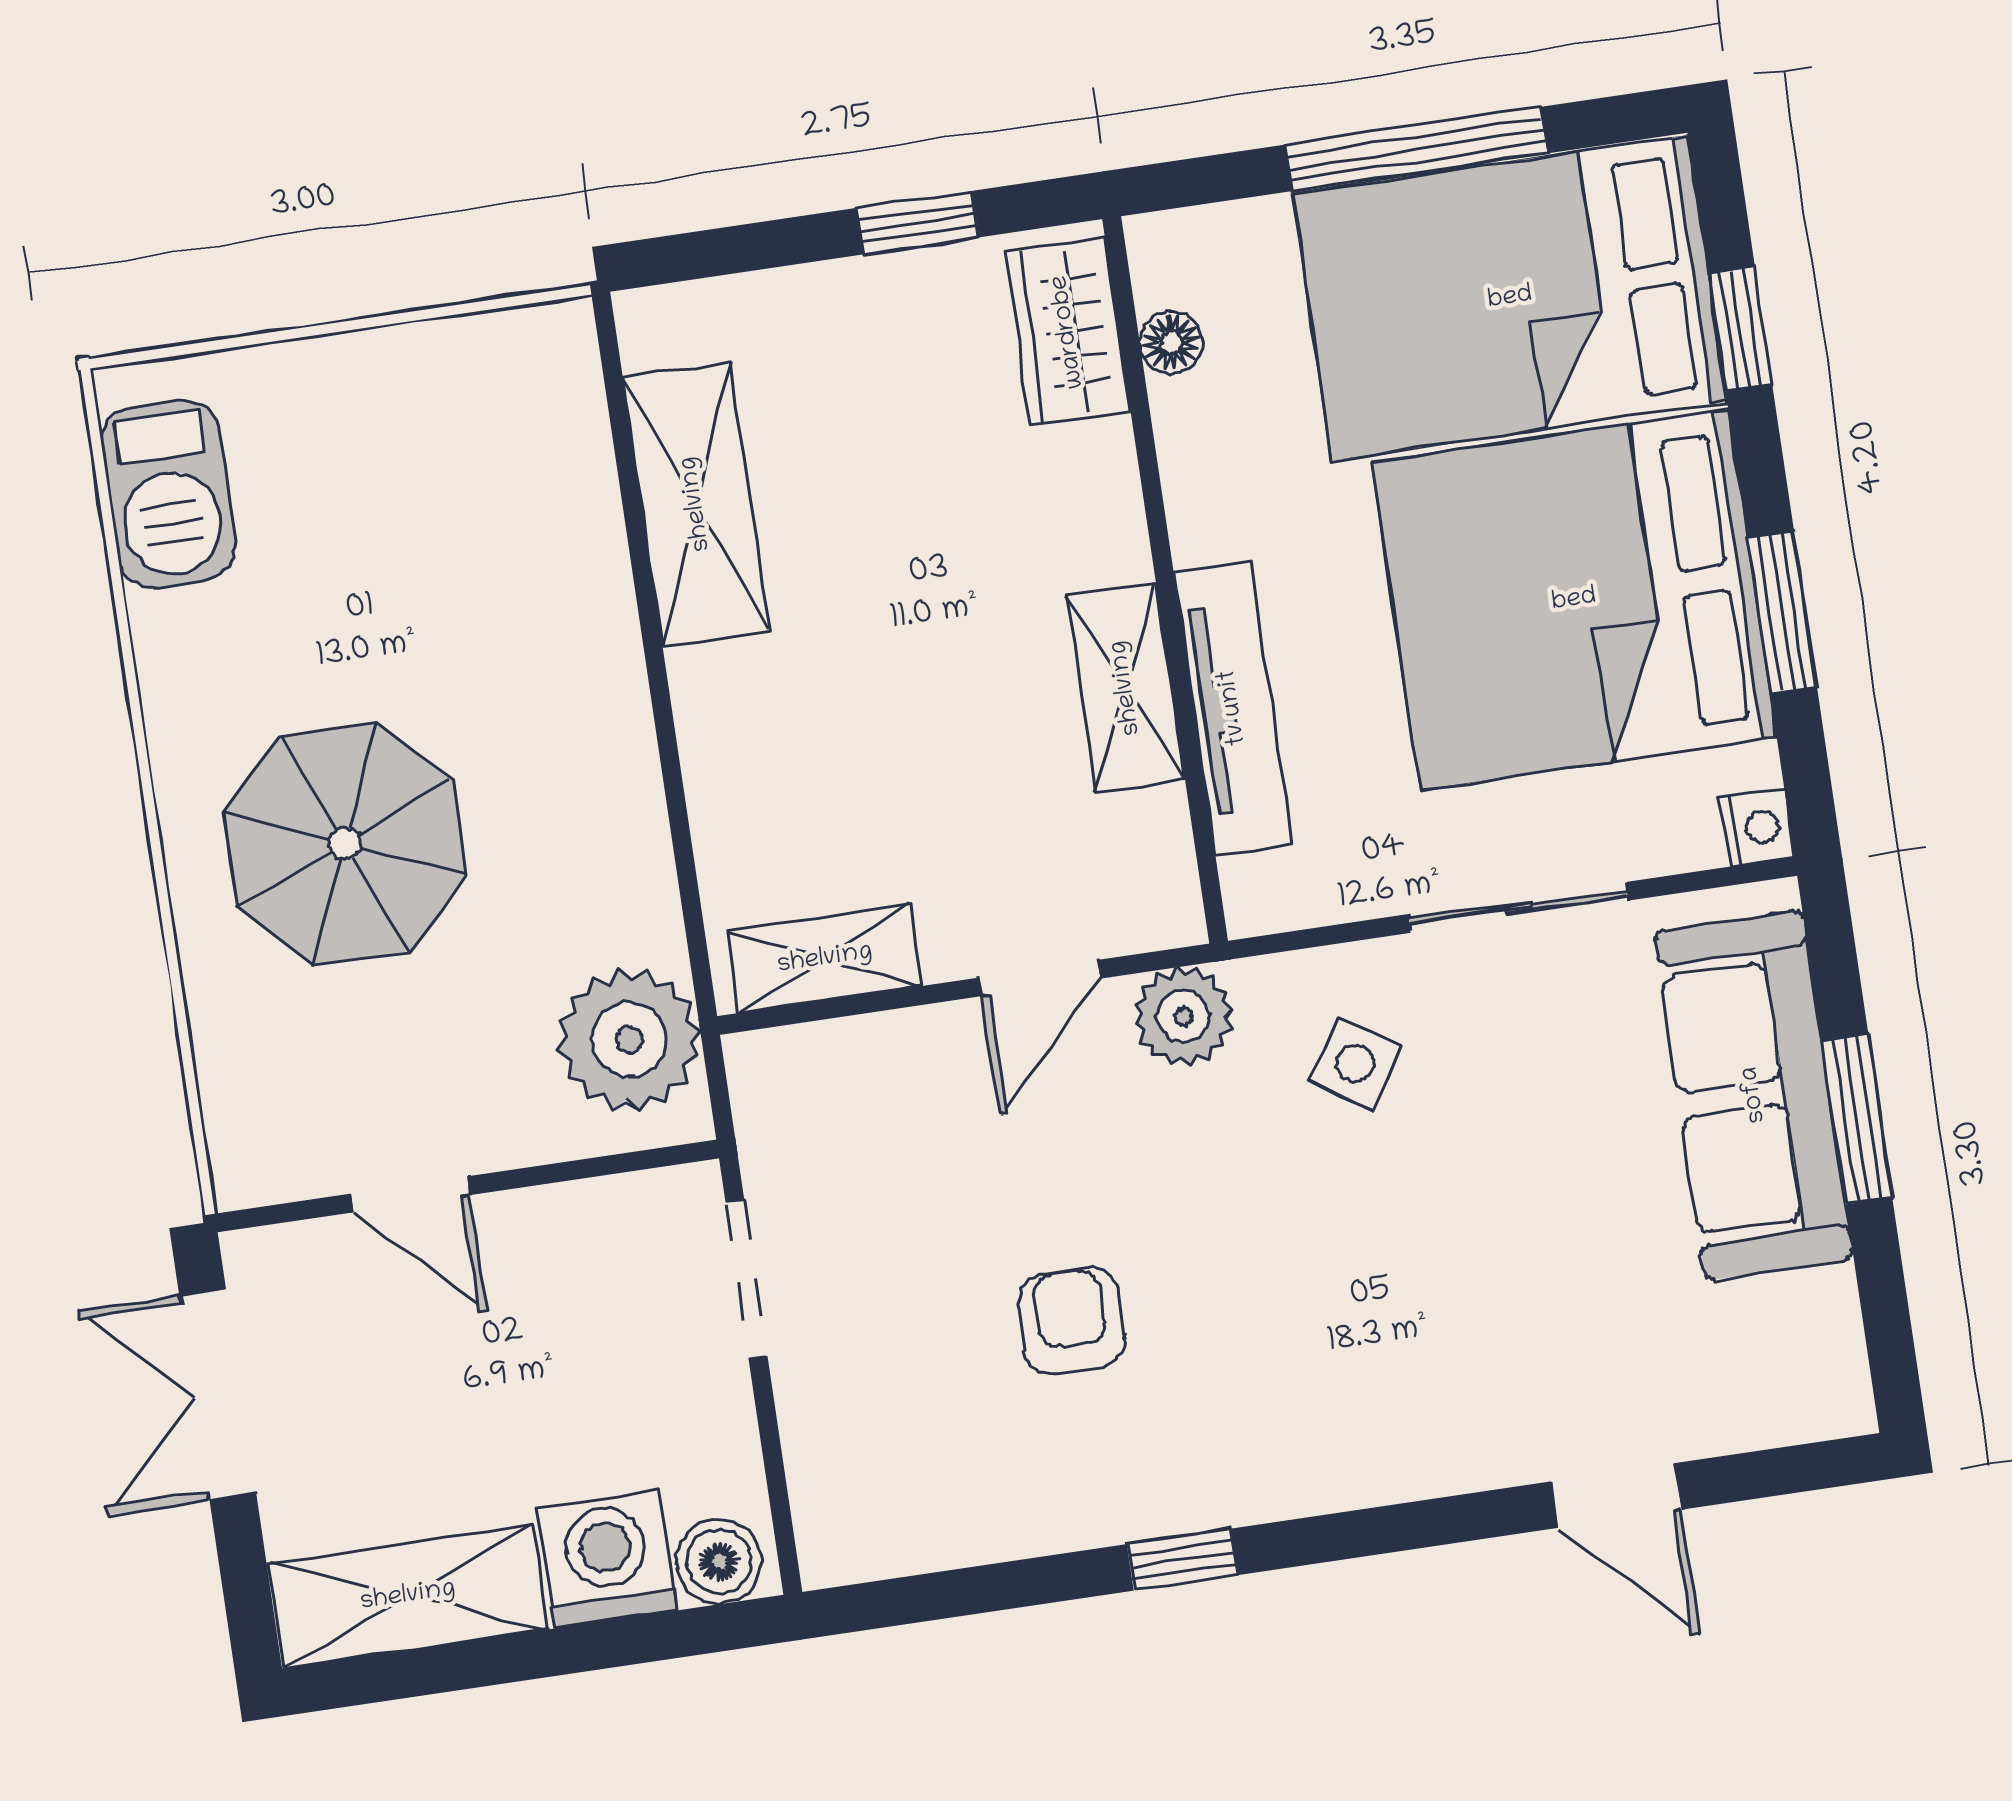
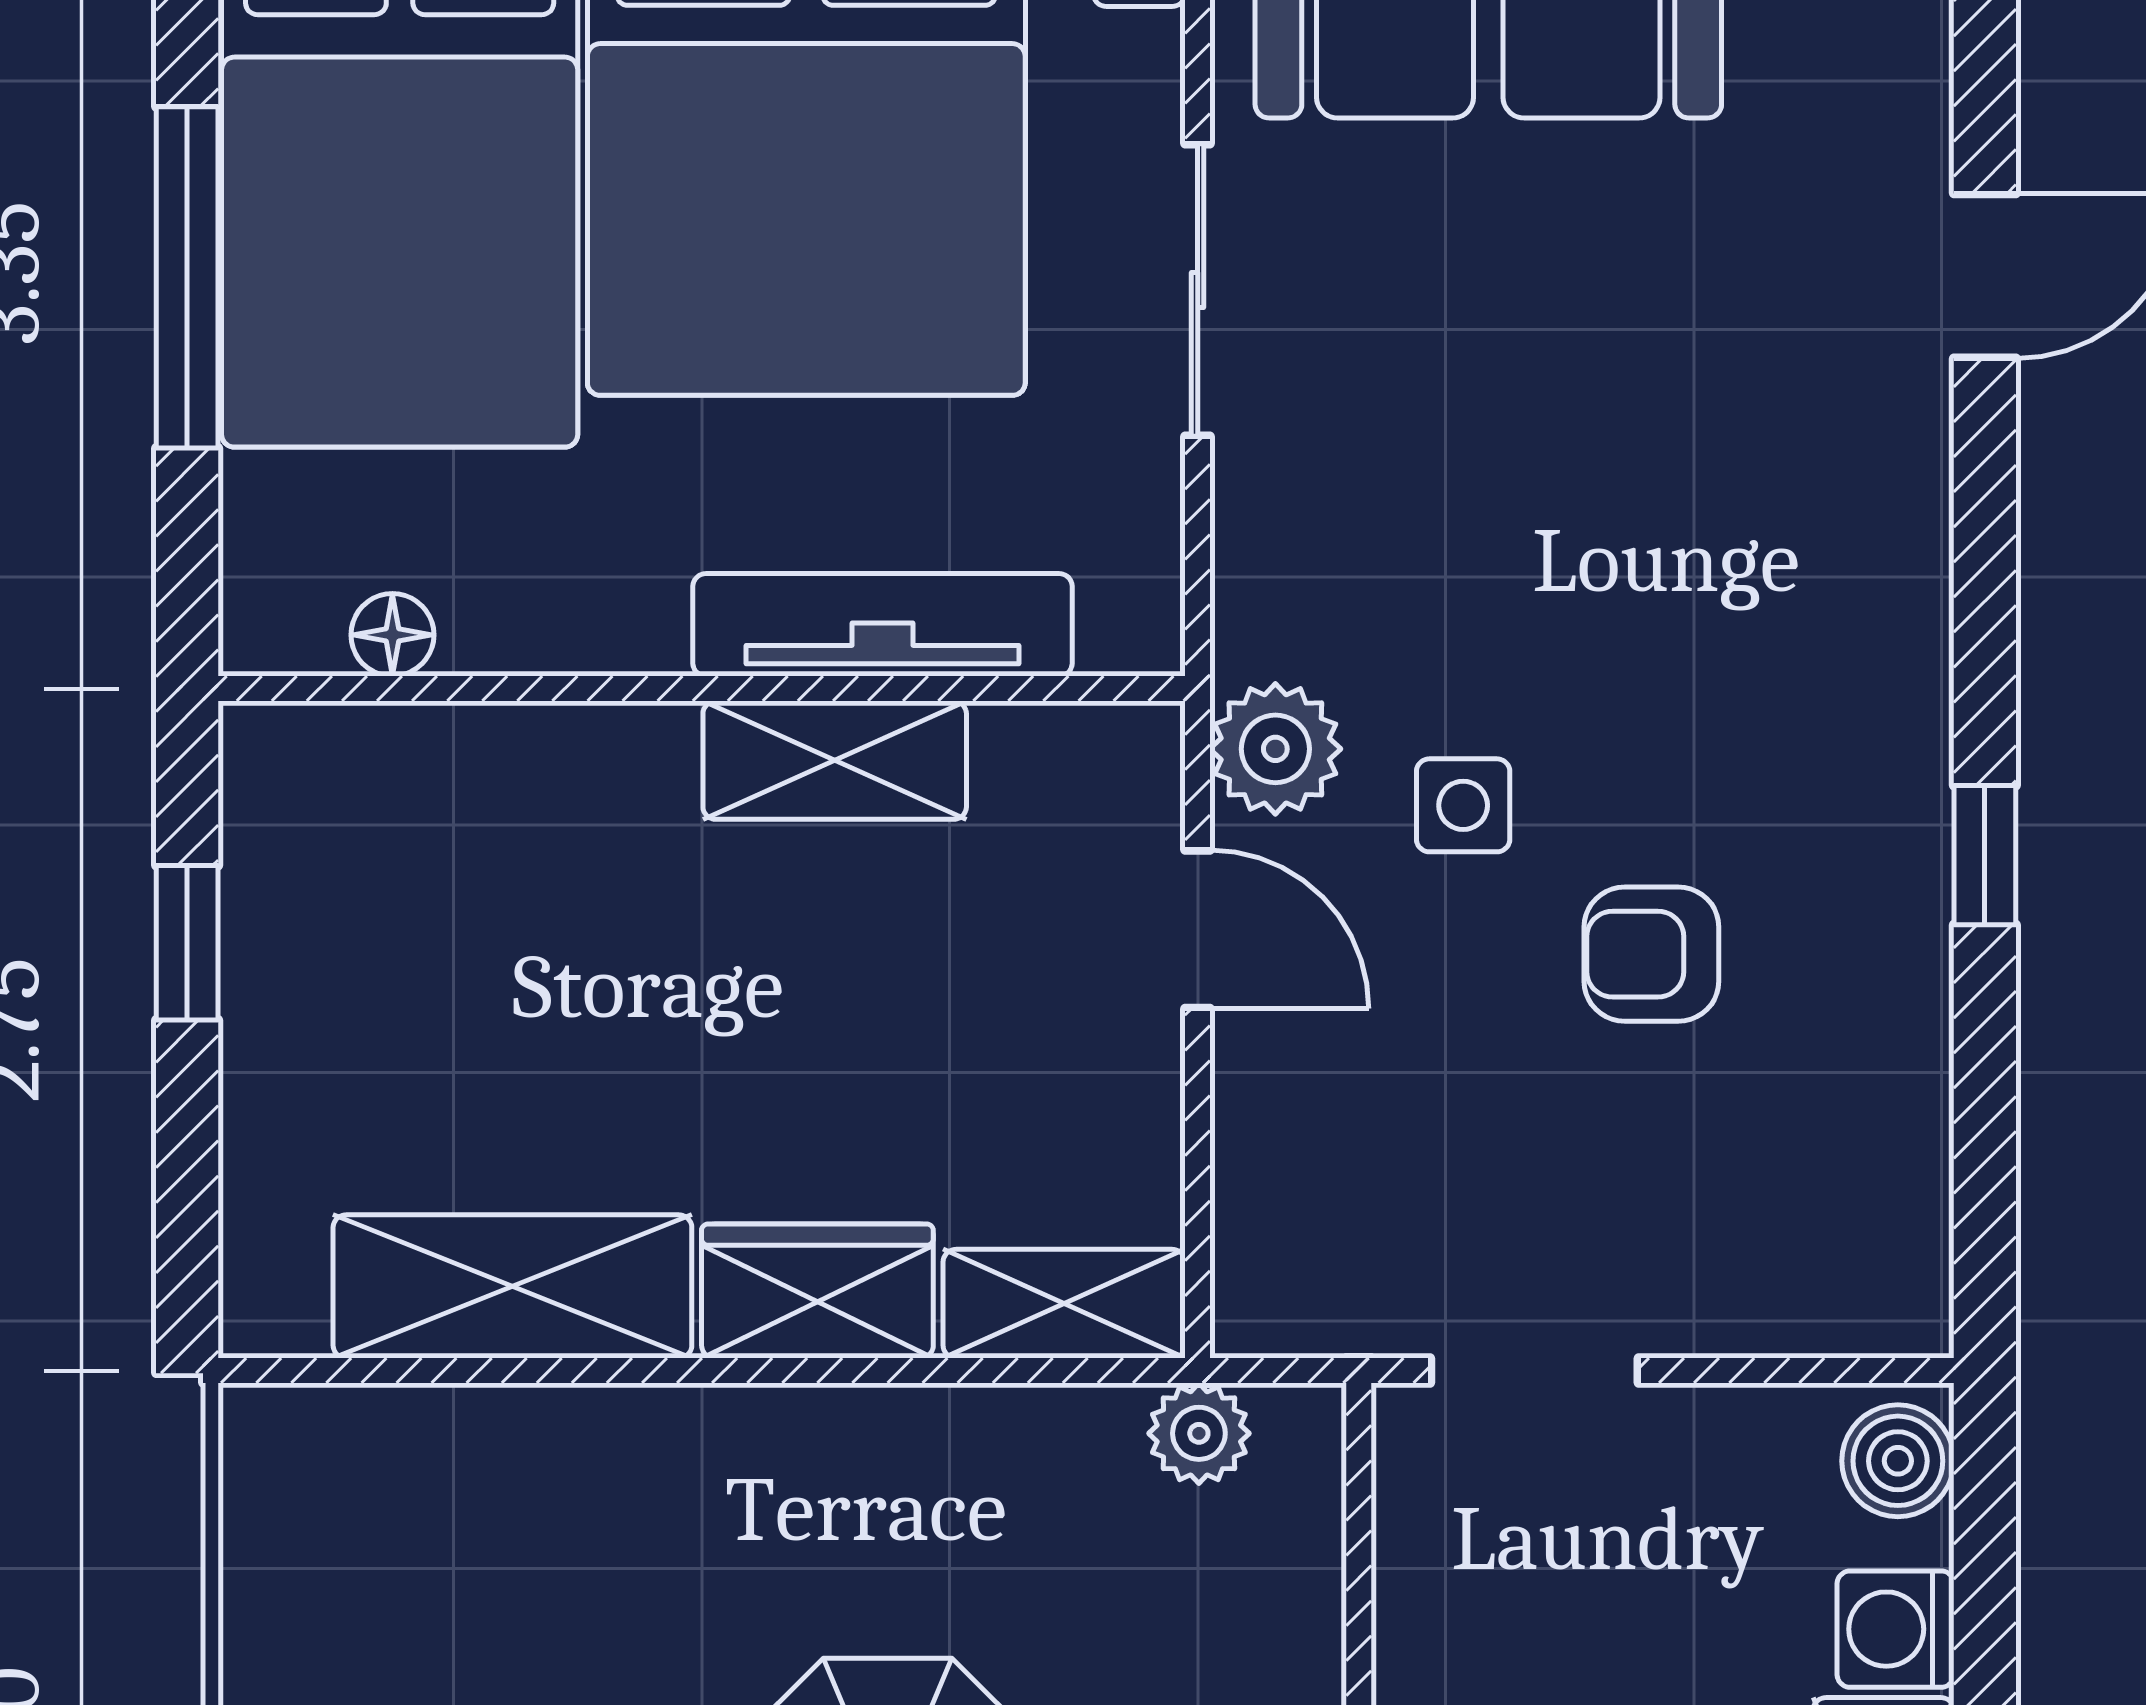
wardrobe: (1068, 332) -> (817, 1291), moved, turned 180
shelving: (825, 959) -> (1064, 1304), moved, turned 90
plant: (629, 1040) -> (1199, 1433), width x0.53, depth x0.53
side table: (1355, 1064) -> (1463, 805), moved, turned -33
washing machine: (607, 1559) -> (1896, 1629), width x0.73, depth x0.73

